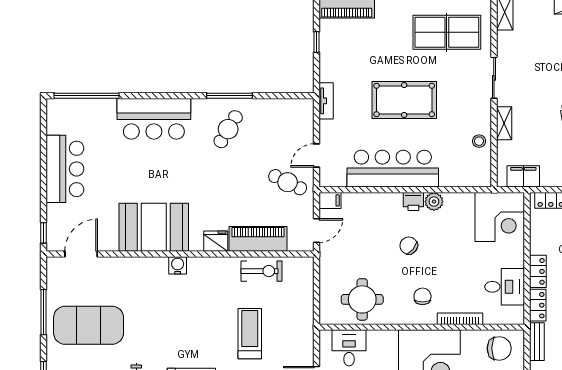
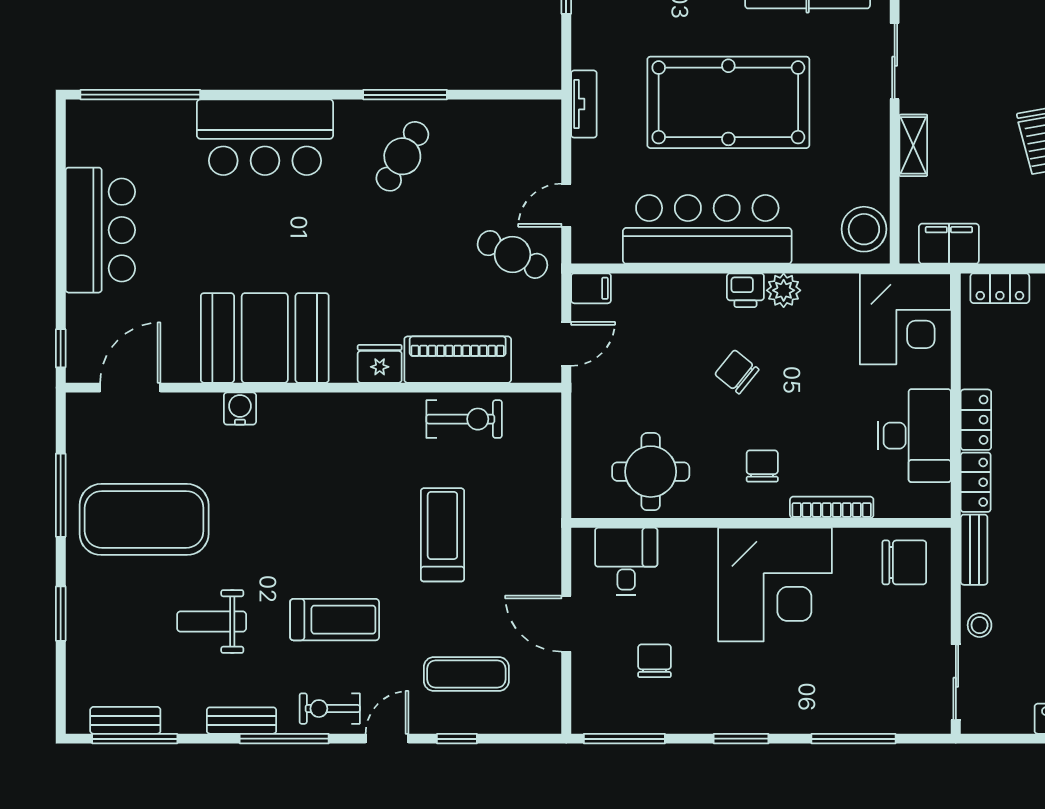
pool table: (404, 100) -> (728, 102), width x1.36, depth x1.32
stool: (479, 141) -> (864, 229), moved, width x1.89, depth x1.89
water cooler: (178, 265) -> (240, 409), moved
desk: (505, 287) -> (914, 436), width x1.37

